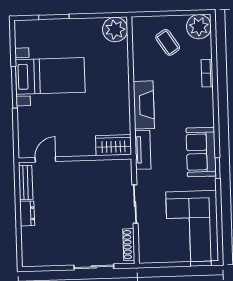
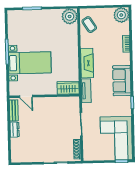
coffee table: (168, 42) -> (89, 25), moved
bed with nightstands: (50, 76) -> (30, 63), moved
sofa: (201, 152) -> (122, 81), moved
door: (45, 160) -> (26, 96), swing flipped

